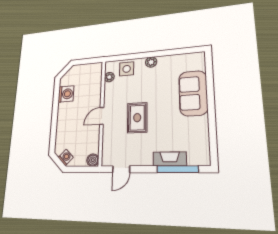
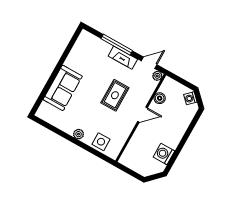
plant: (109, 77) -> (157, 76), moved
fireplace: (170, 159) -> (123, 58), moved
boiler: (93, 160) -> (160, 98), moved
window: (178, 169) -> (117, 45), moved

